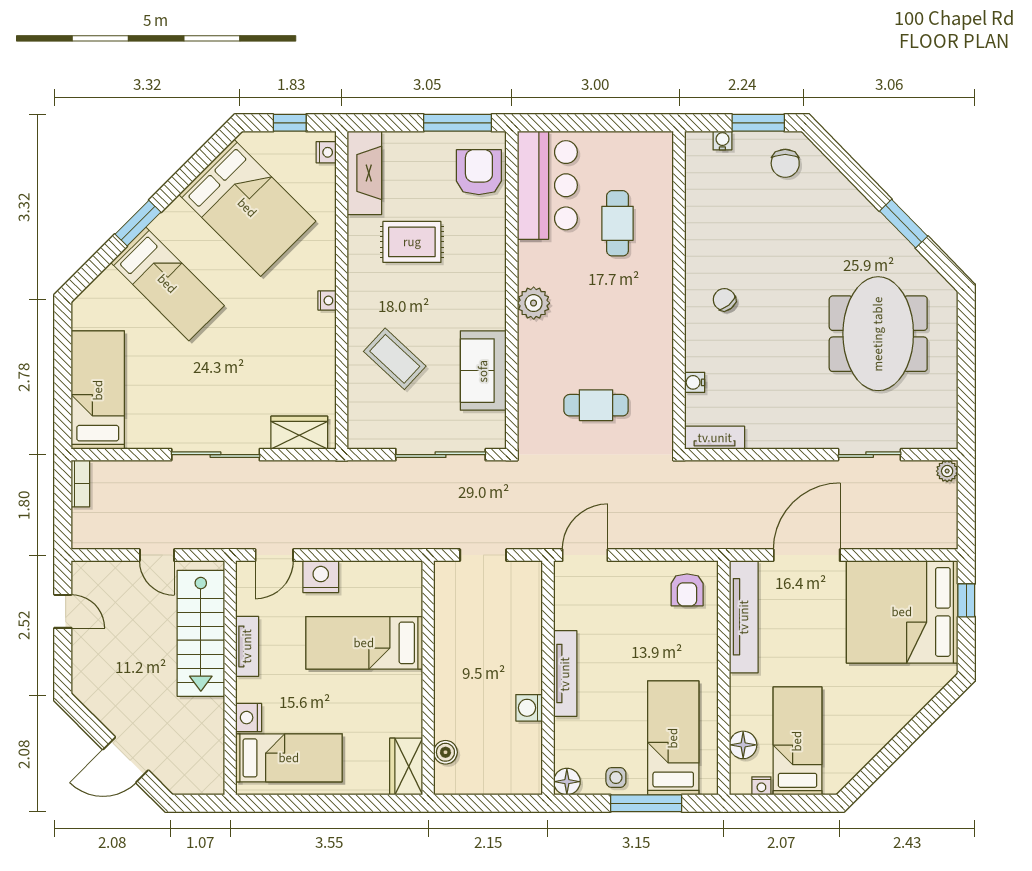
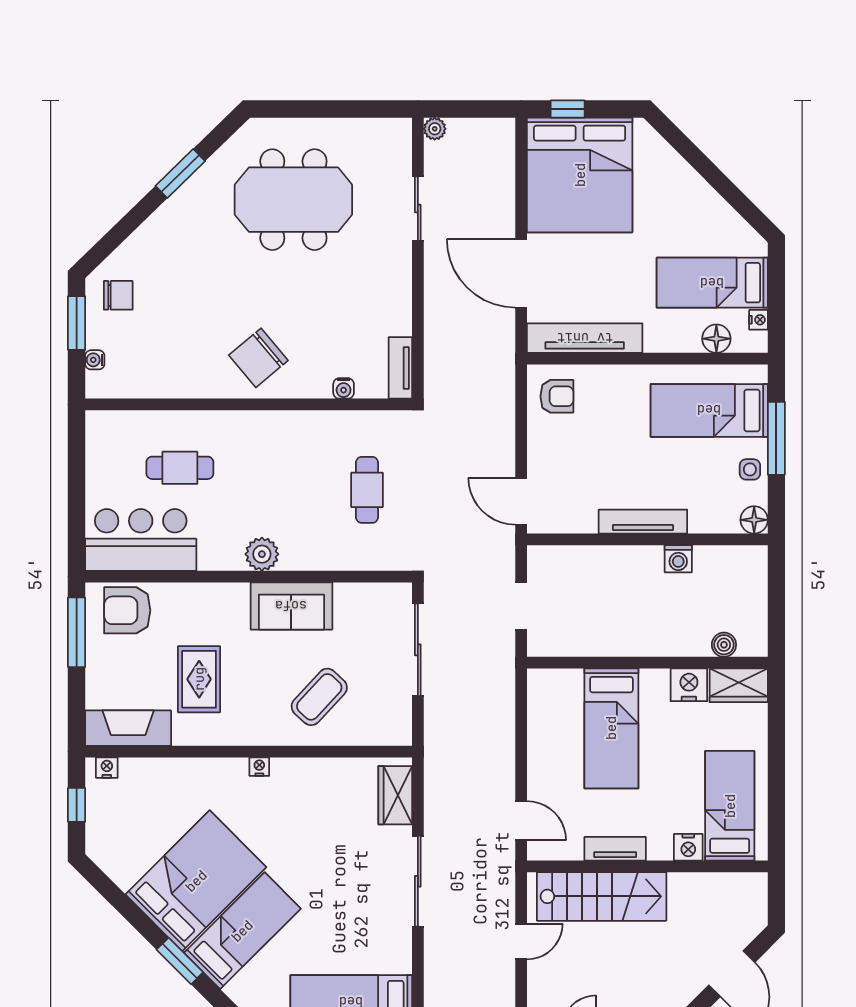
bed: (247, 208) -> (196, 881), moved
chair: (724, 300) -> (258, 358), width x1.87, depth x1.87
sofa: (483, 371) -> (291, 606), moved
nightstand: (321, 577) -> (689, 685), moved, turned 90

